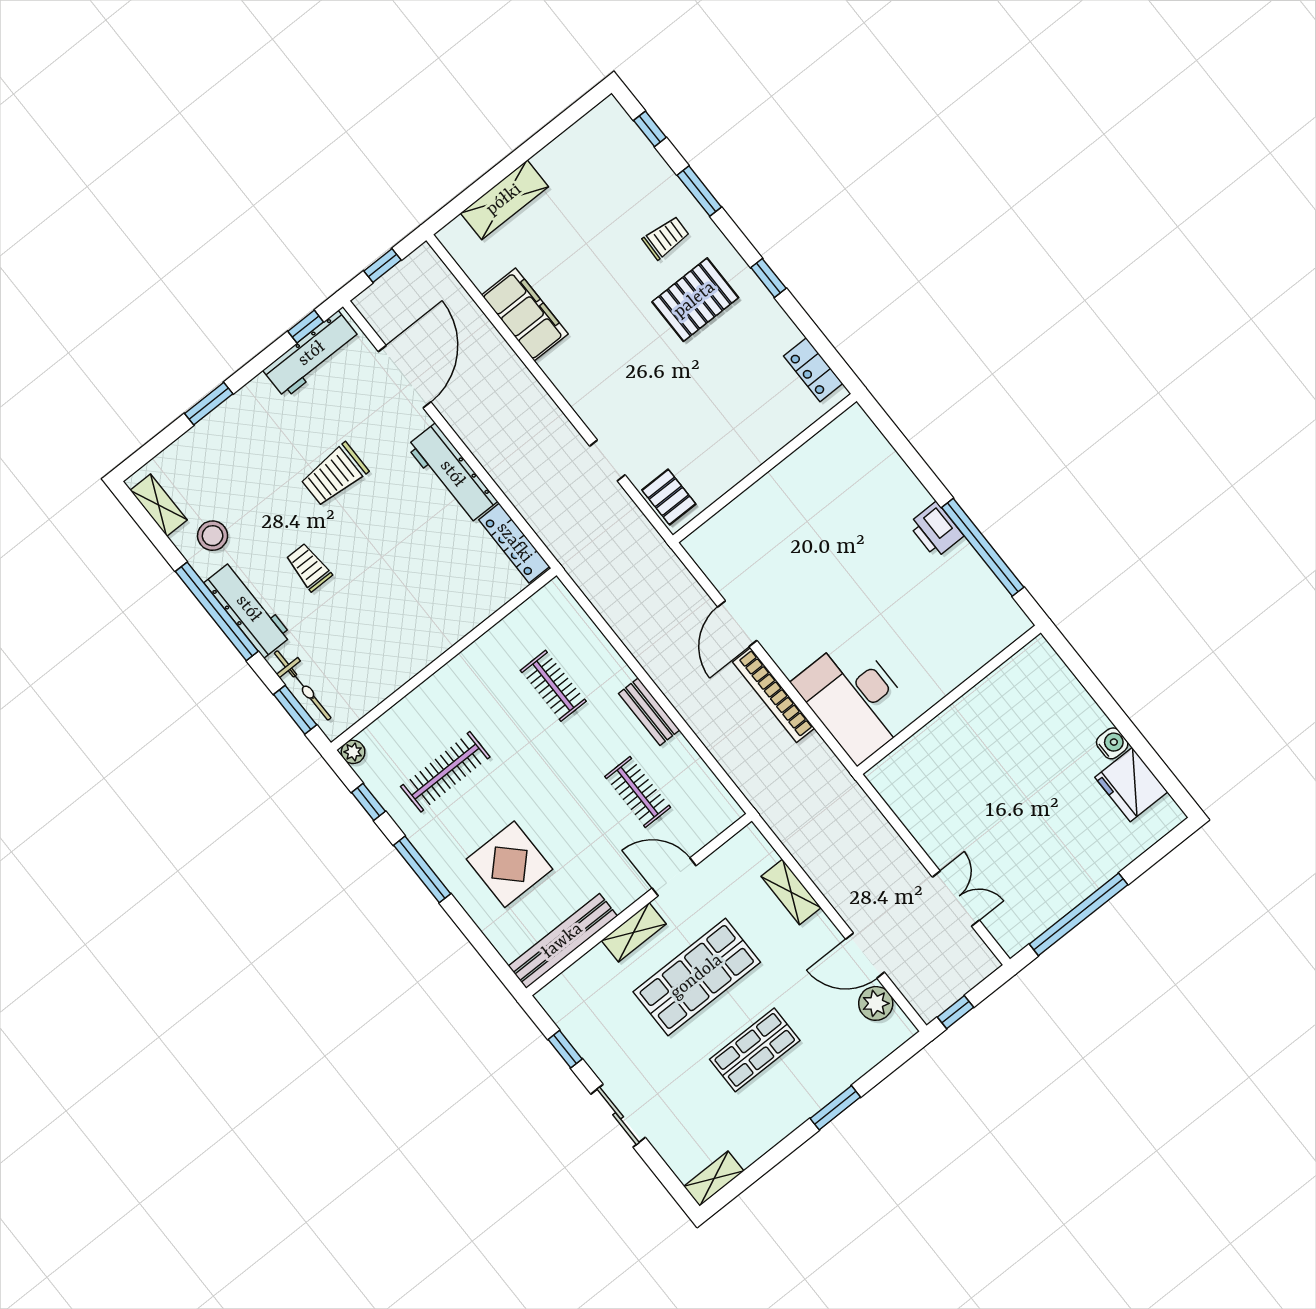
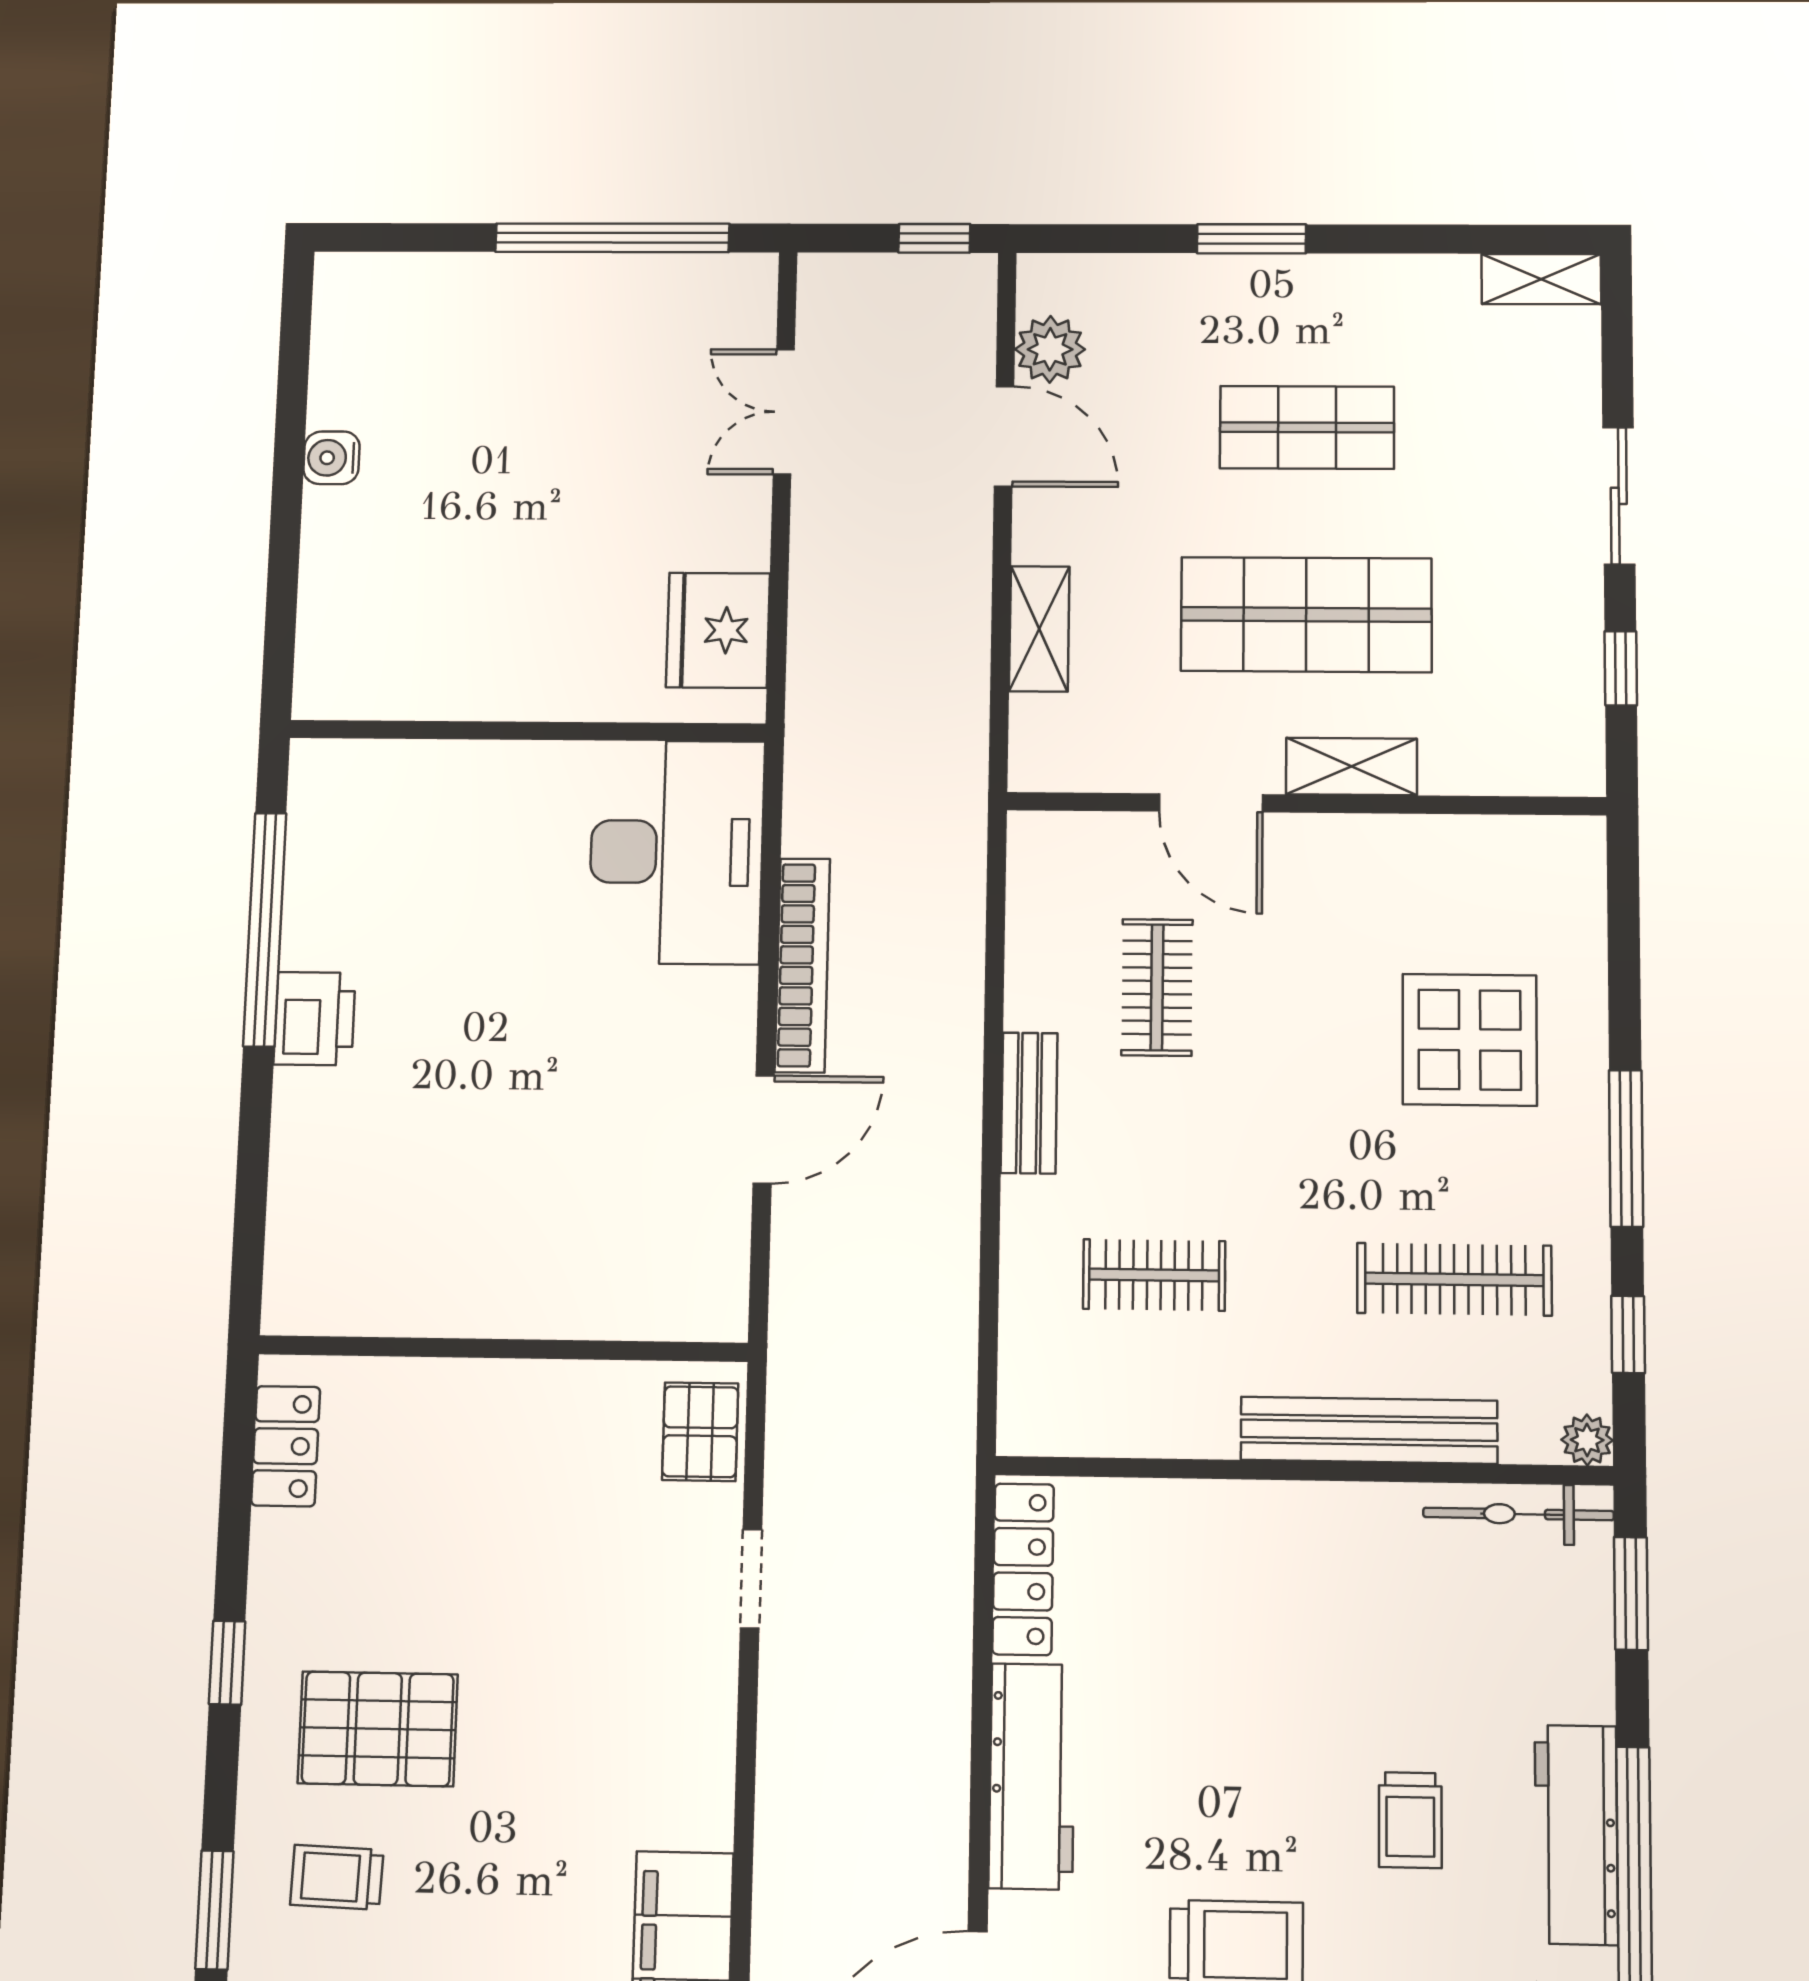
bicycle: (303, 685) -> (1518, 1514), moved, turned -90
clothes rail: (553, 686) -> (1154, 1275), turned 90
fridge: (1131, 785) -> (718, 630), moved, turned 180
bench: (563, 941) -> (1369, 1430), moved

